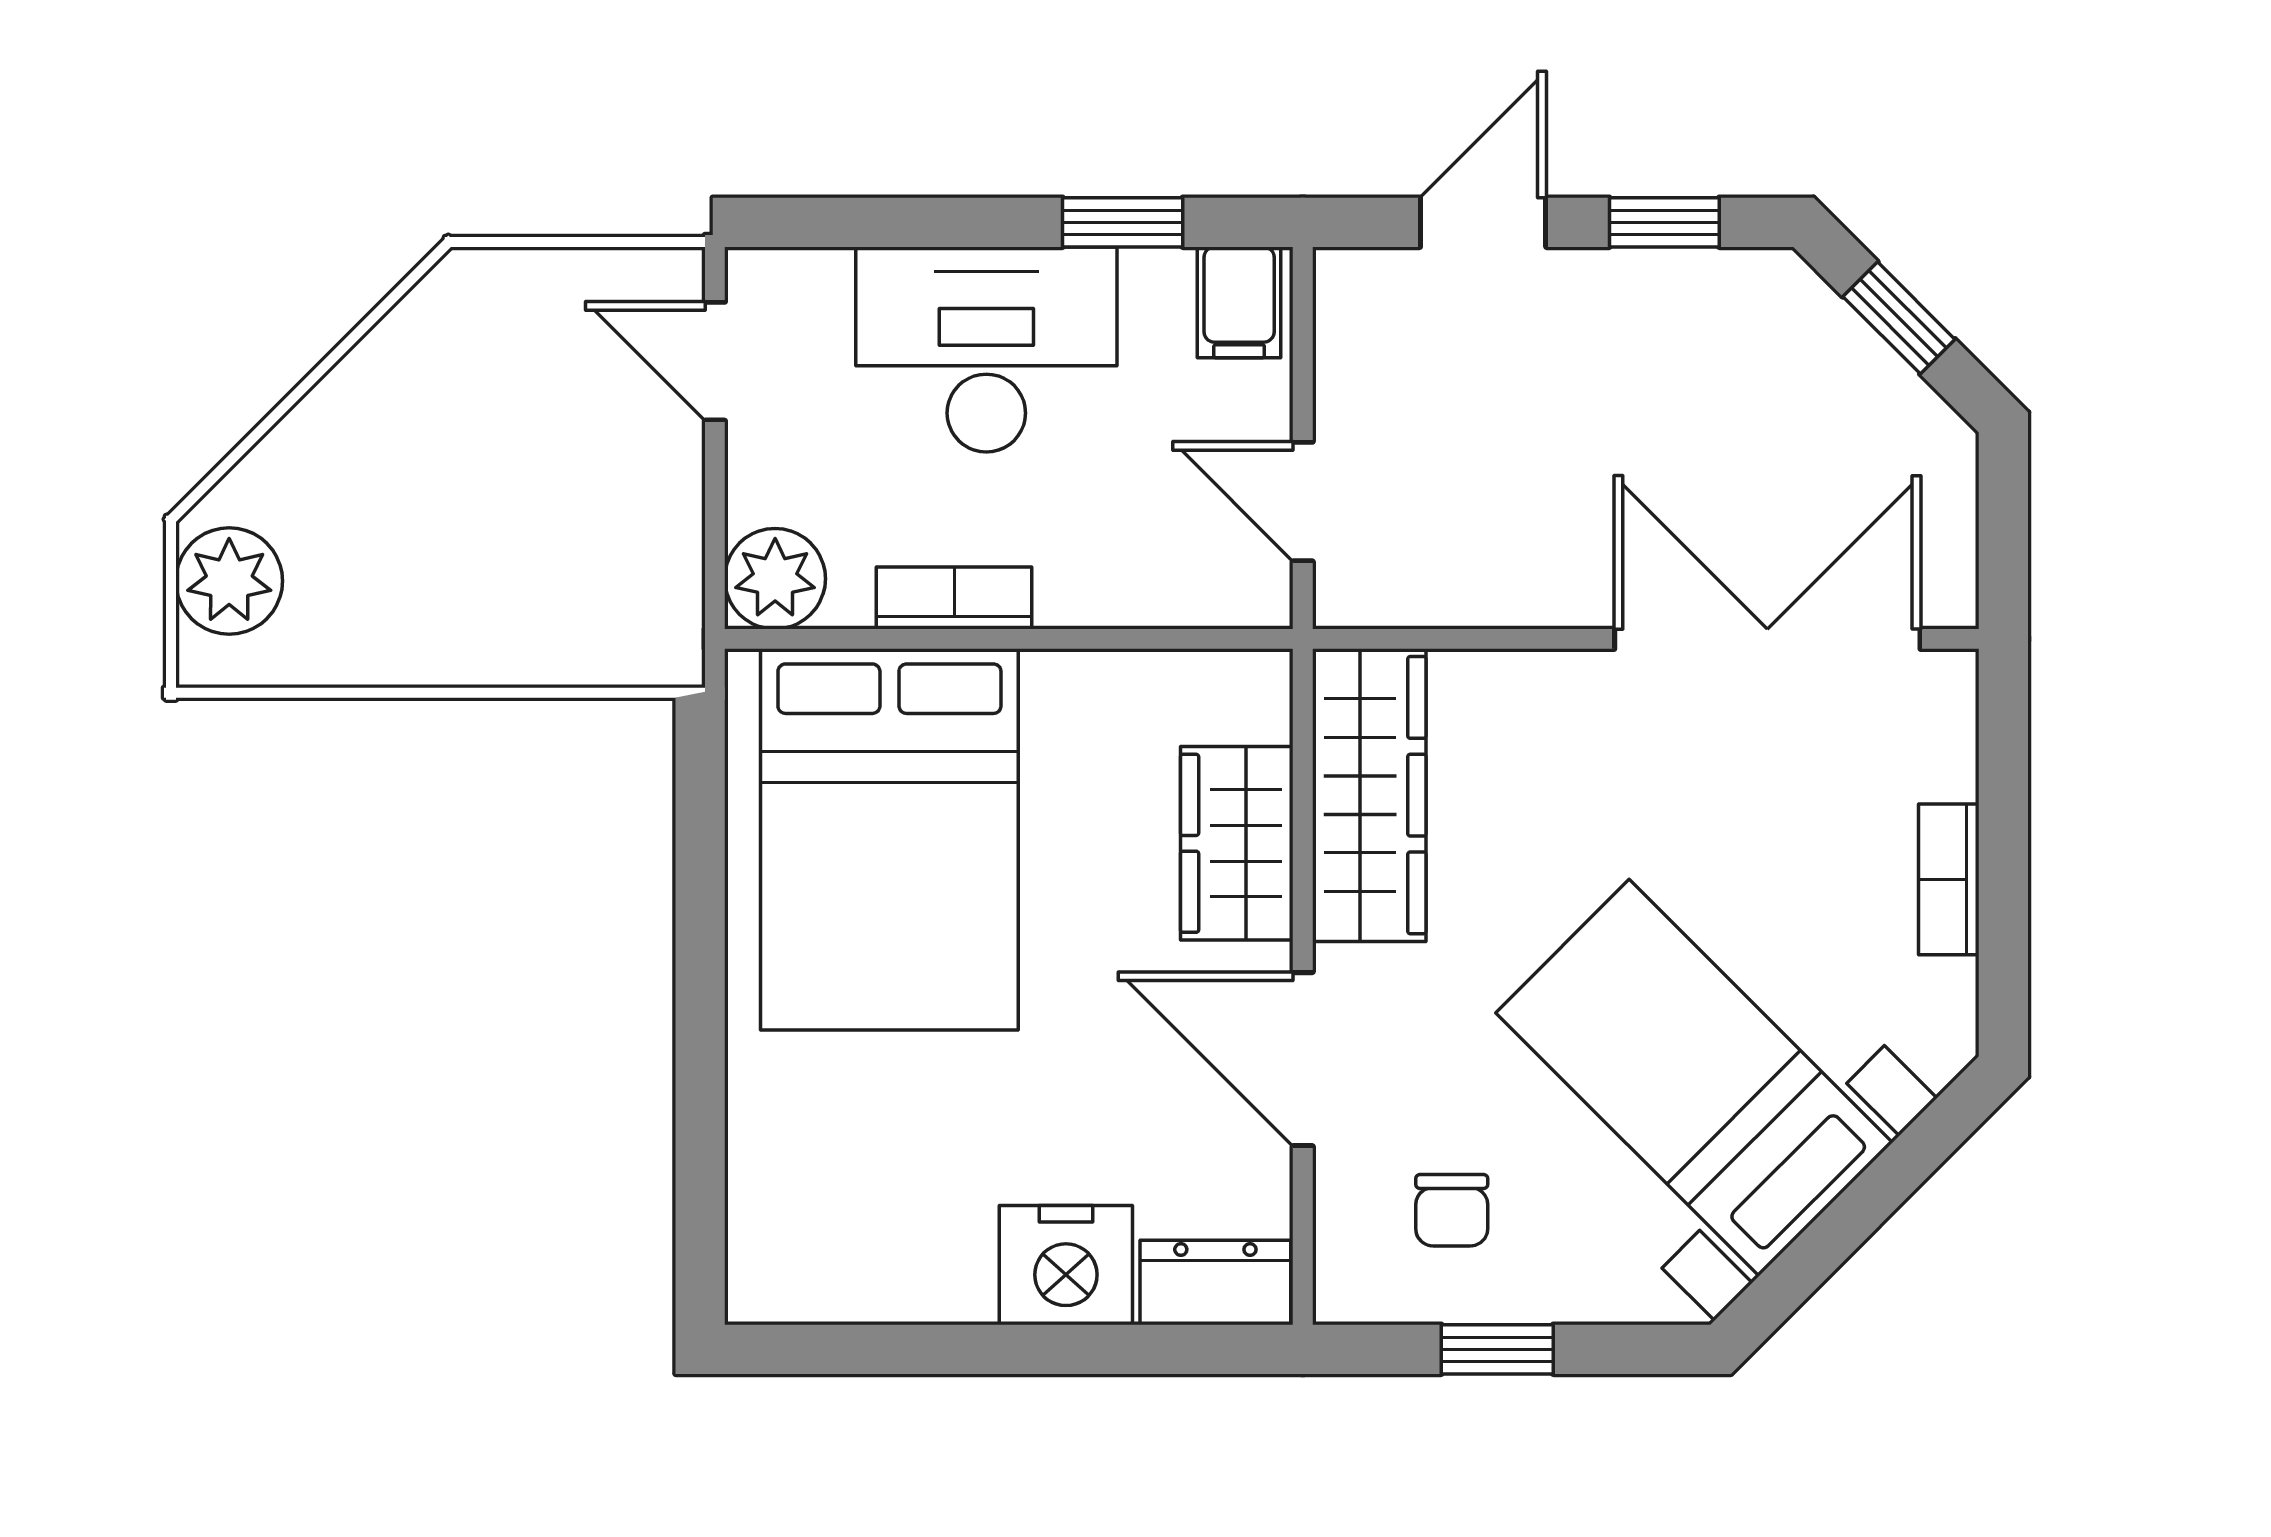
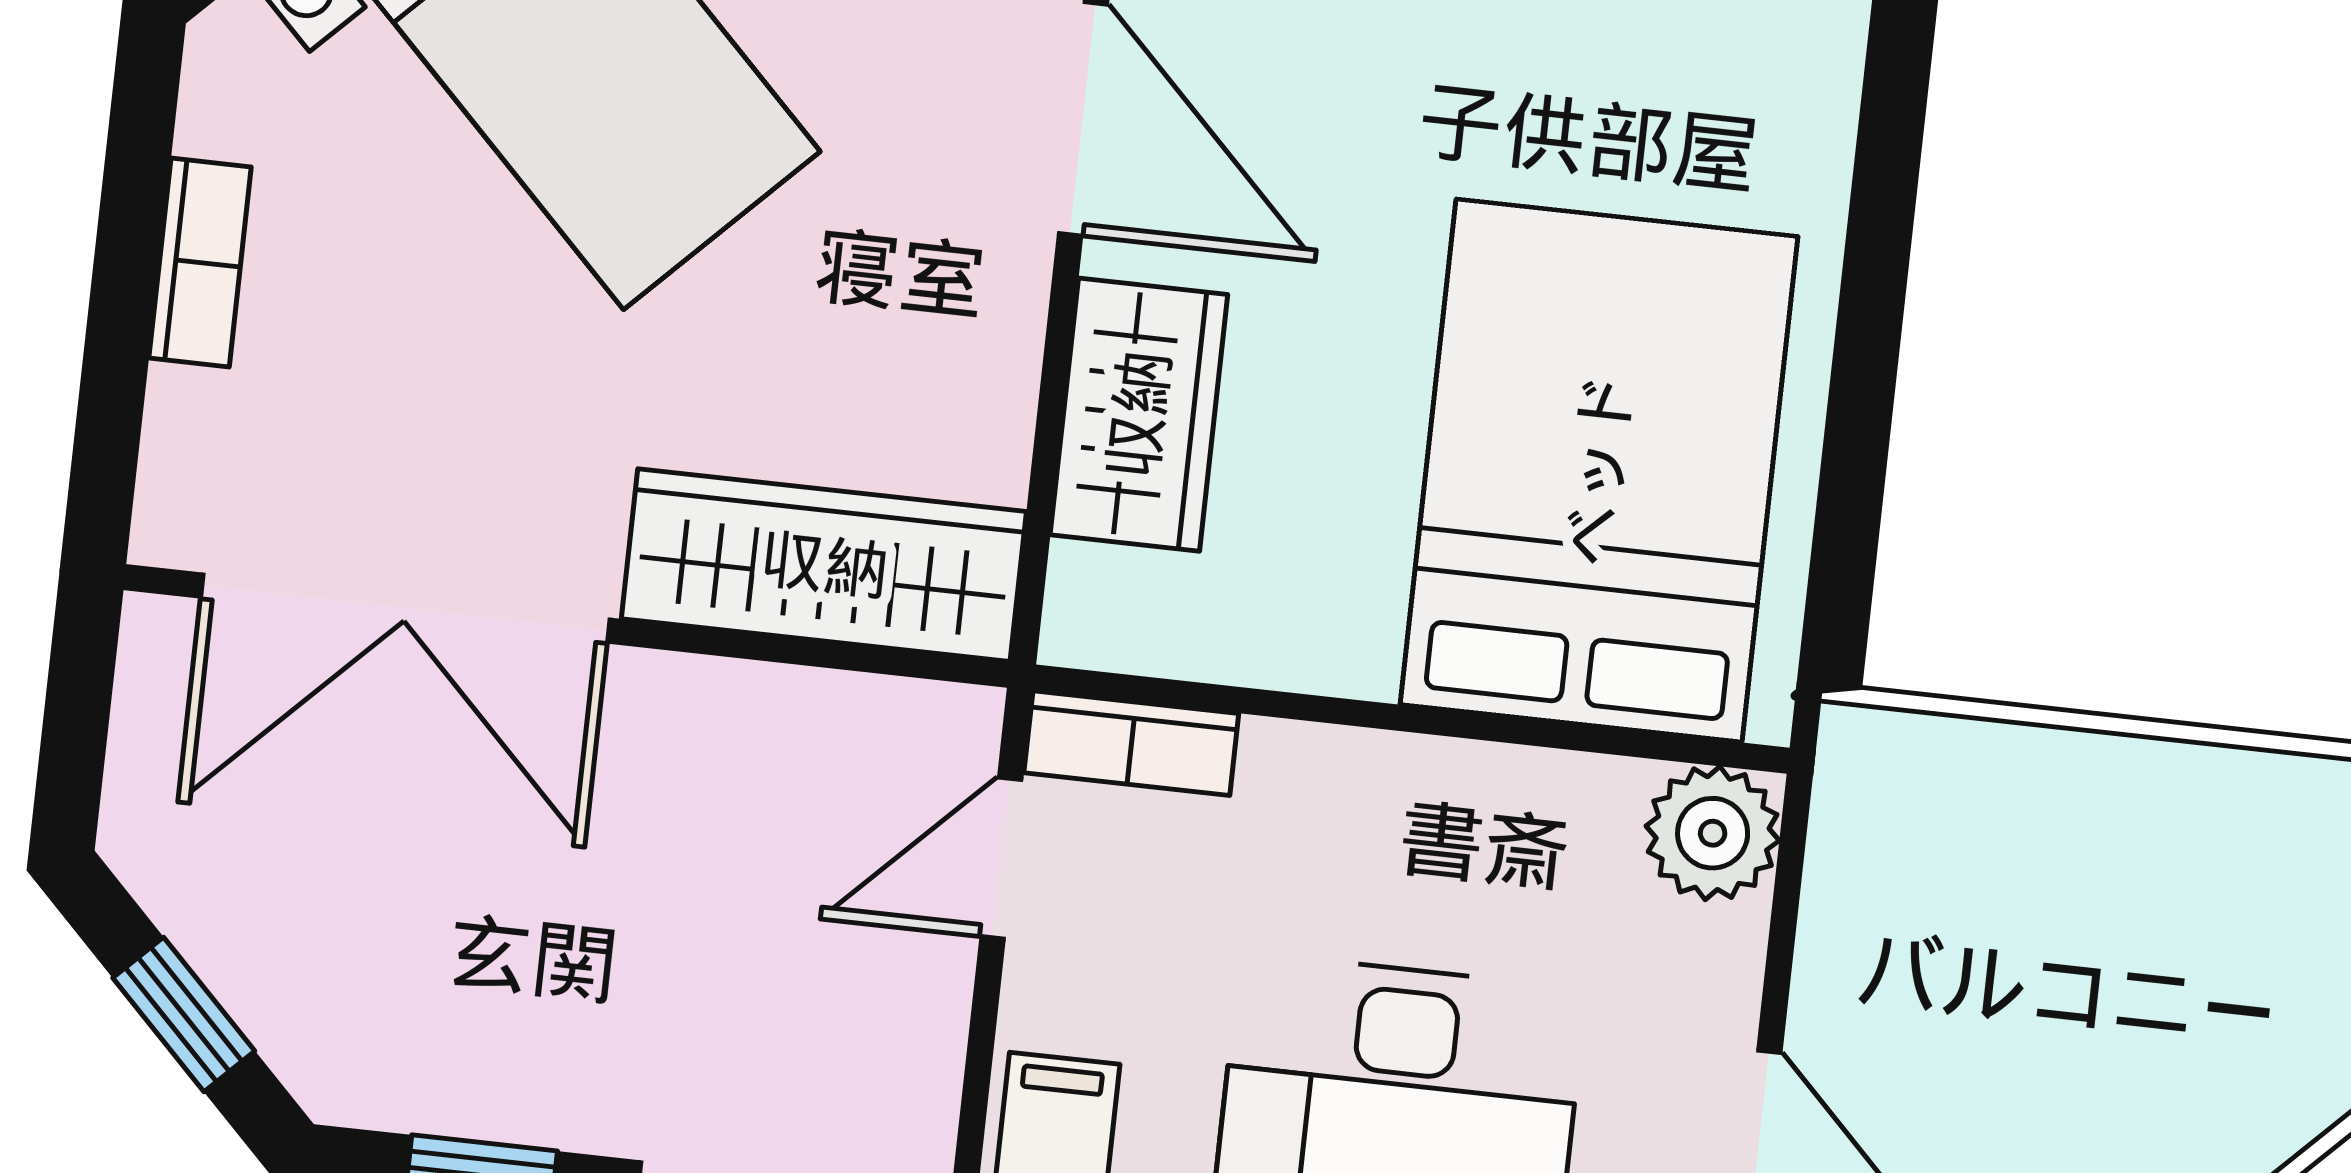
door: (1303, 502) -> (1001, 858), swing flipped
bookcase: (954, 598) -> (1131, 743), moved
wardrobe: (1369, 795) -> (824, 565), moved, turned 90

